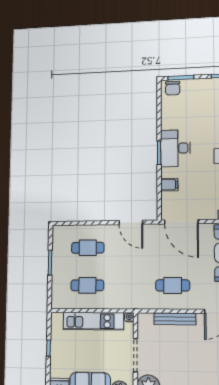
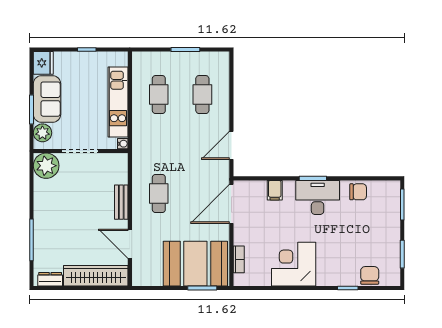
chair: (173, 88) -> (358, 192), moved, turned 180
bench: (175, 319) -> (121, 202), width x0.73

